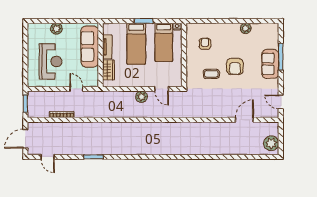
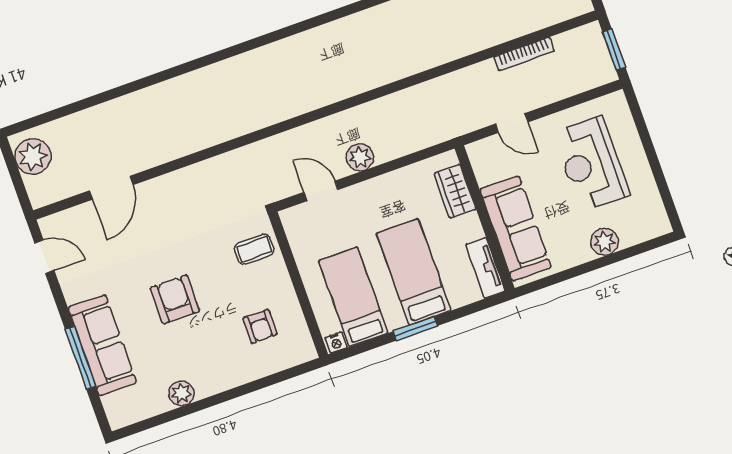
tv unit: (107, 47) -> (485, 268), moved
sofa: (270, 64) -> (102, 345), width x1.36
coffee table: (211, 74) -> (254, 249), moved

